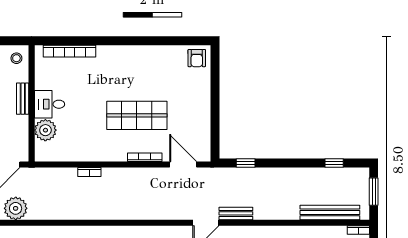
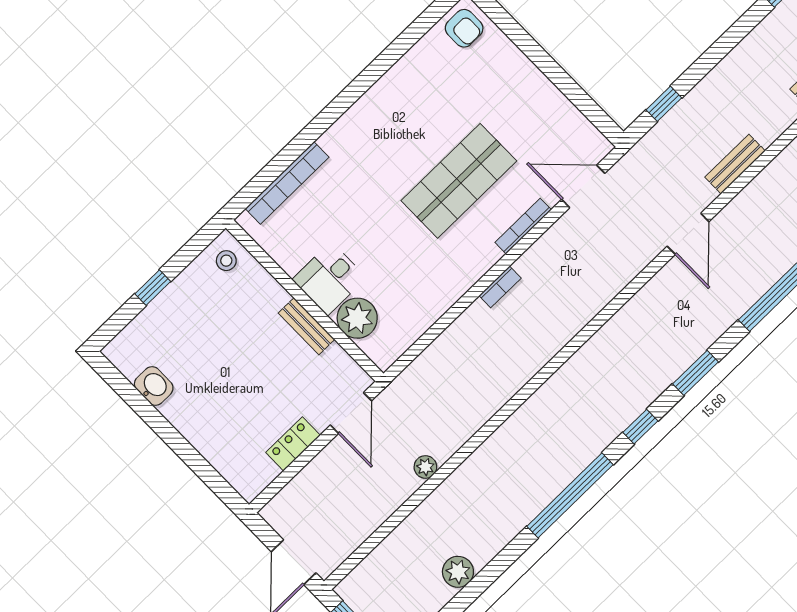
bench: (23, 99) -> (306, 326), moved
bookcase: (89, 172) -> (500, 287), moved
plant: (16, 208) -> (425, 467), width x0.53, depth x0.53
bench: (236, 213) -> (735, 164), moved

